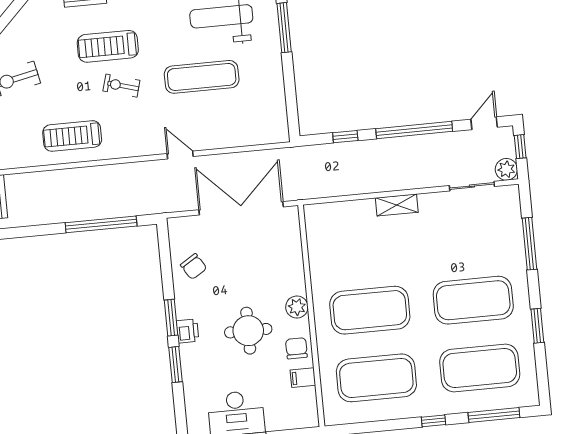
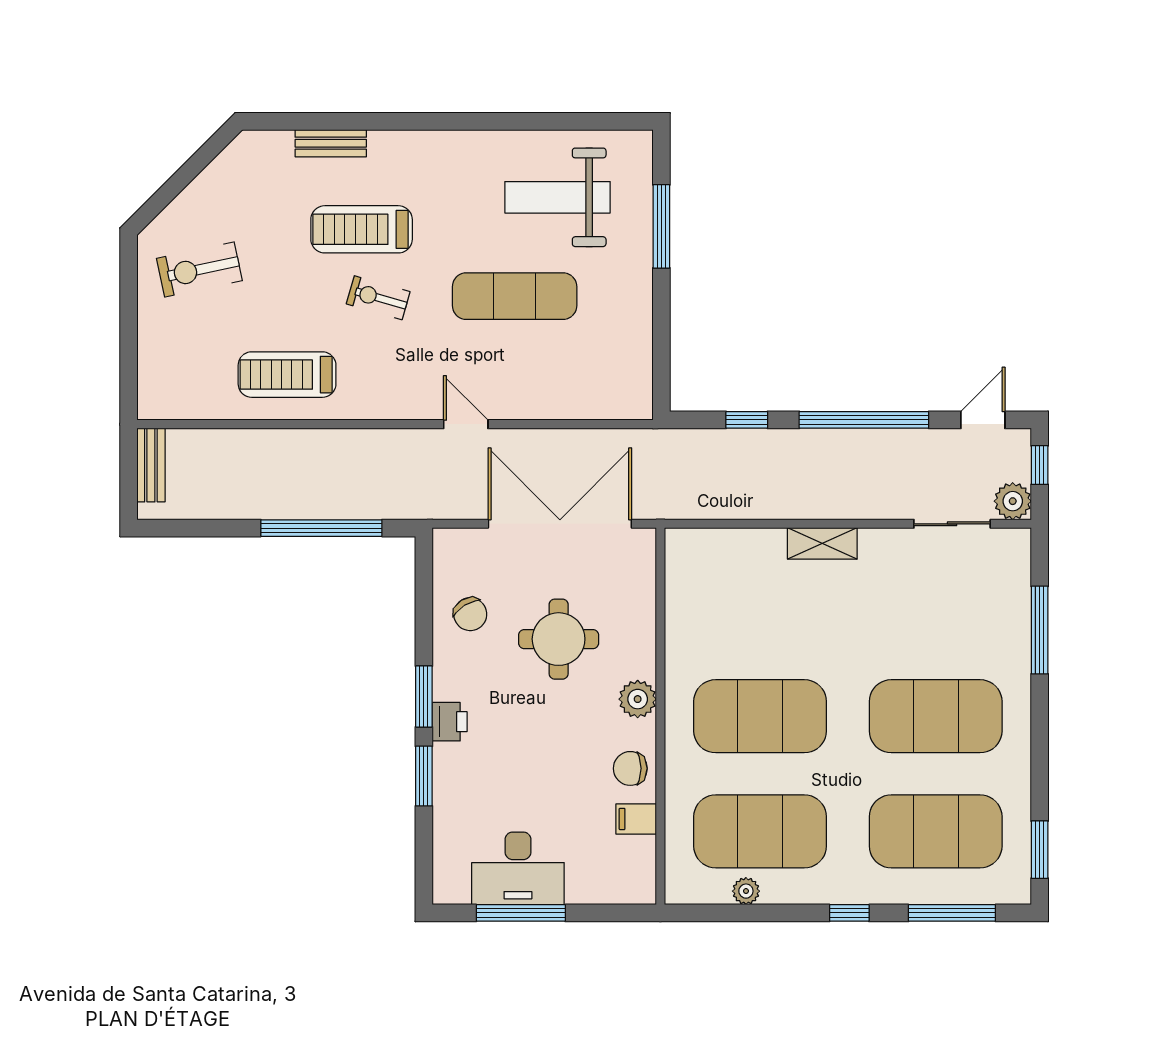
window: (537, 326) -> (1040, 850), moved
round table: (248, 331) -> (559, 639), moved
chair: (296, 348) -> (630, 768), turned -90
plant: (371, 414) -> (746, 891), added

